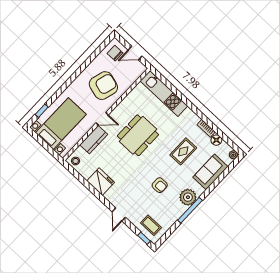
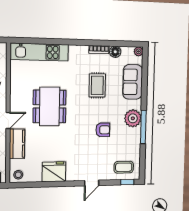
door: (119, 215) -> (92, 183), hinge flipped

